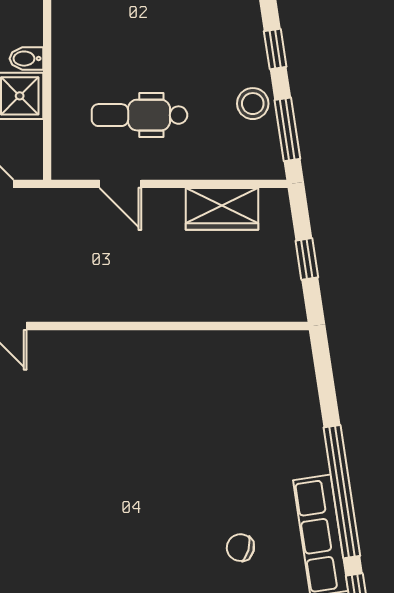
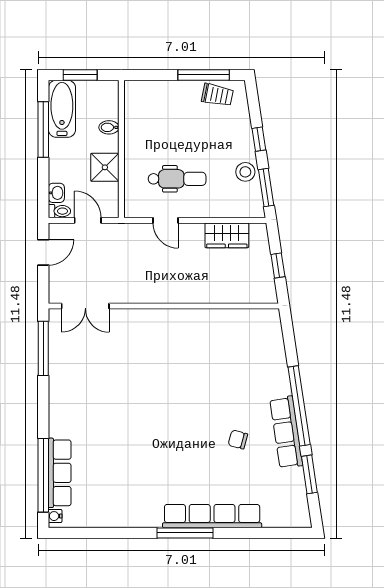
bidet: (26, 59) -> (109, 127), moved
dental chair: (139, 115) -> (177, 179), turned 180

